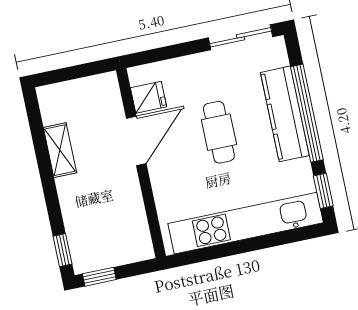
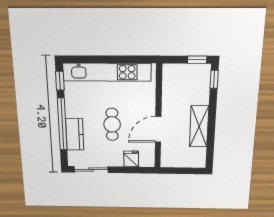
fridge: (148, 97) -> (131, 159), moved, turned 90
kitchen counter: (285, 114) -> (75, 134), width x0.67
shelving: (60, 150) -> (199, 127), width x1.50, depth x1.33

